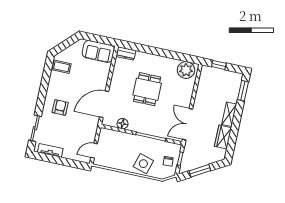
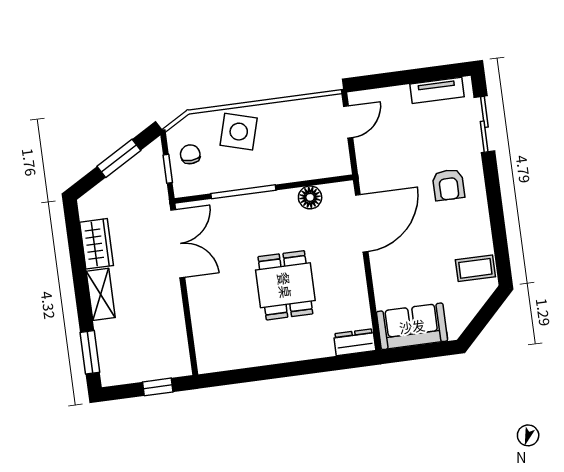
plant: (186, 70) -> (221, 353), removed

